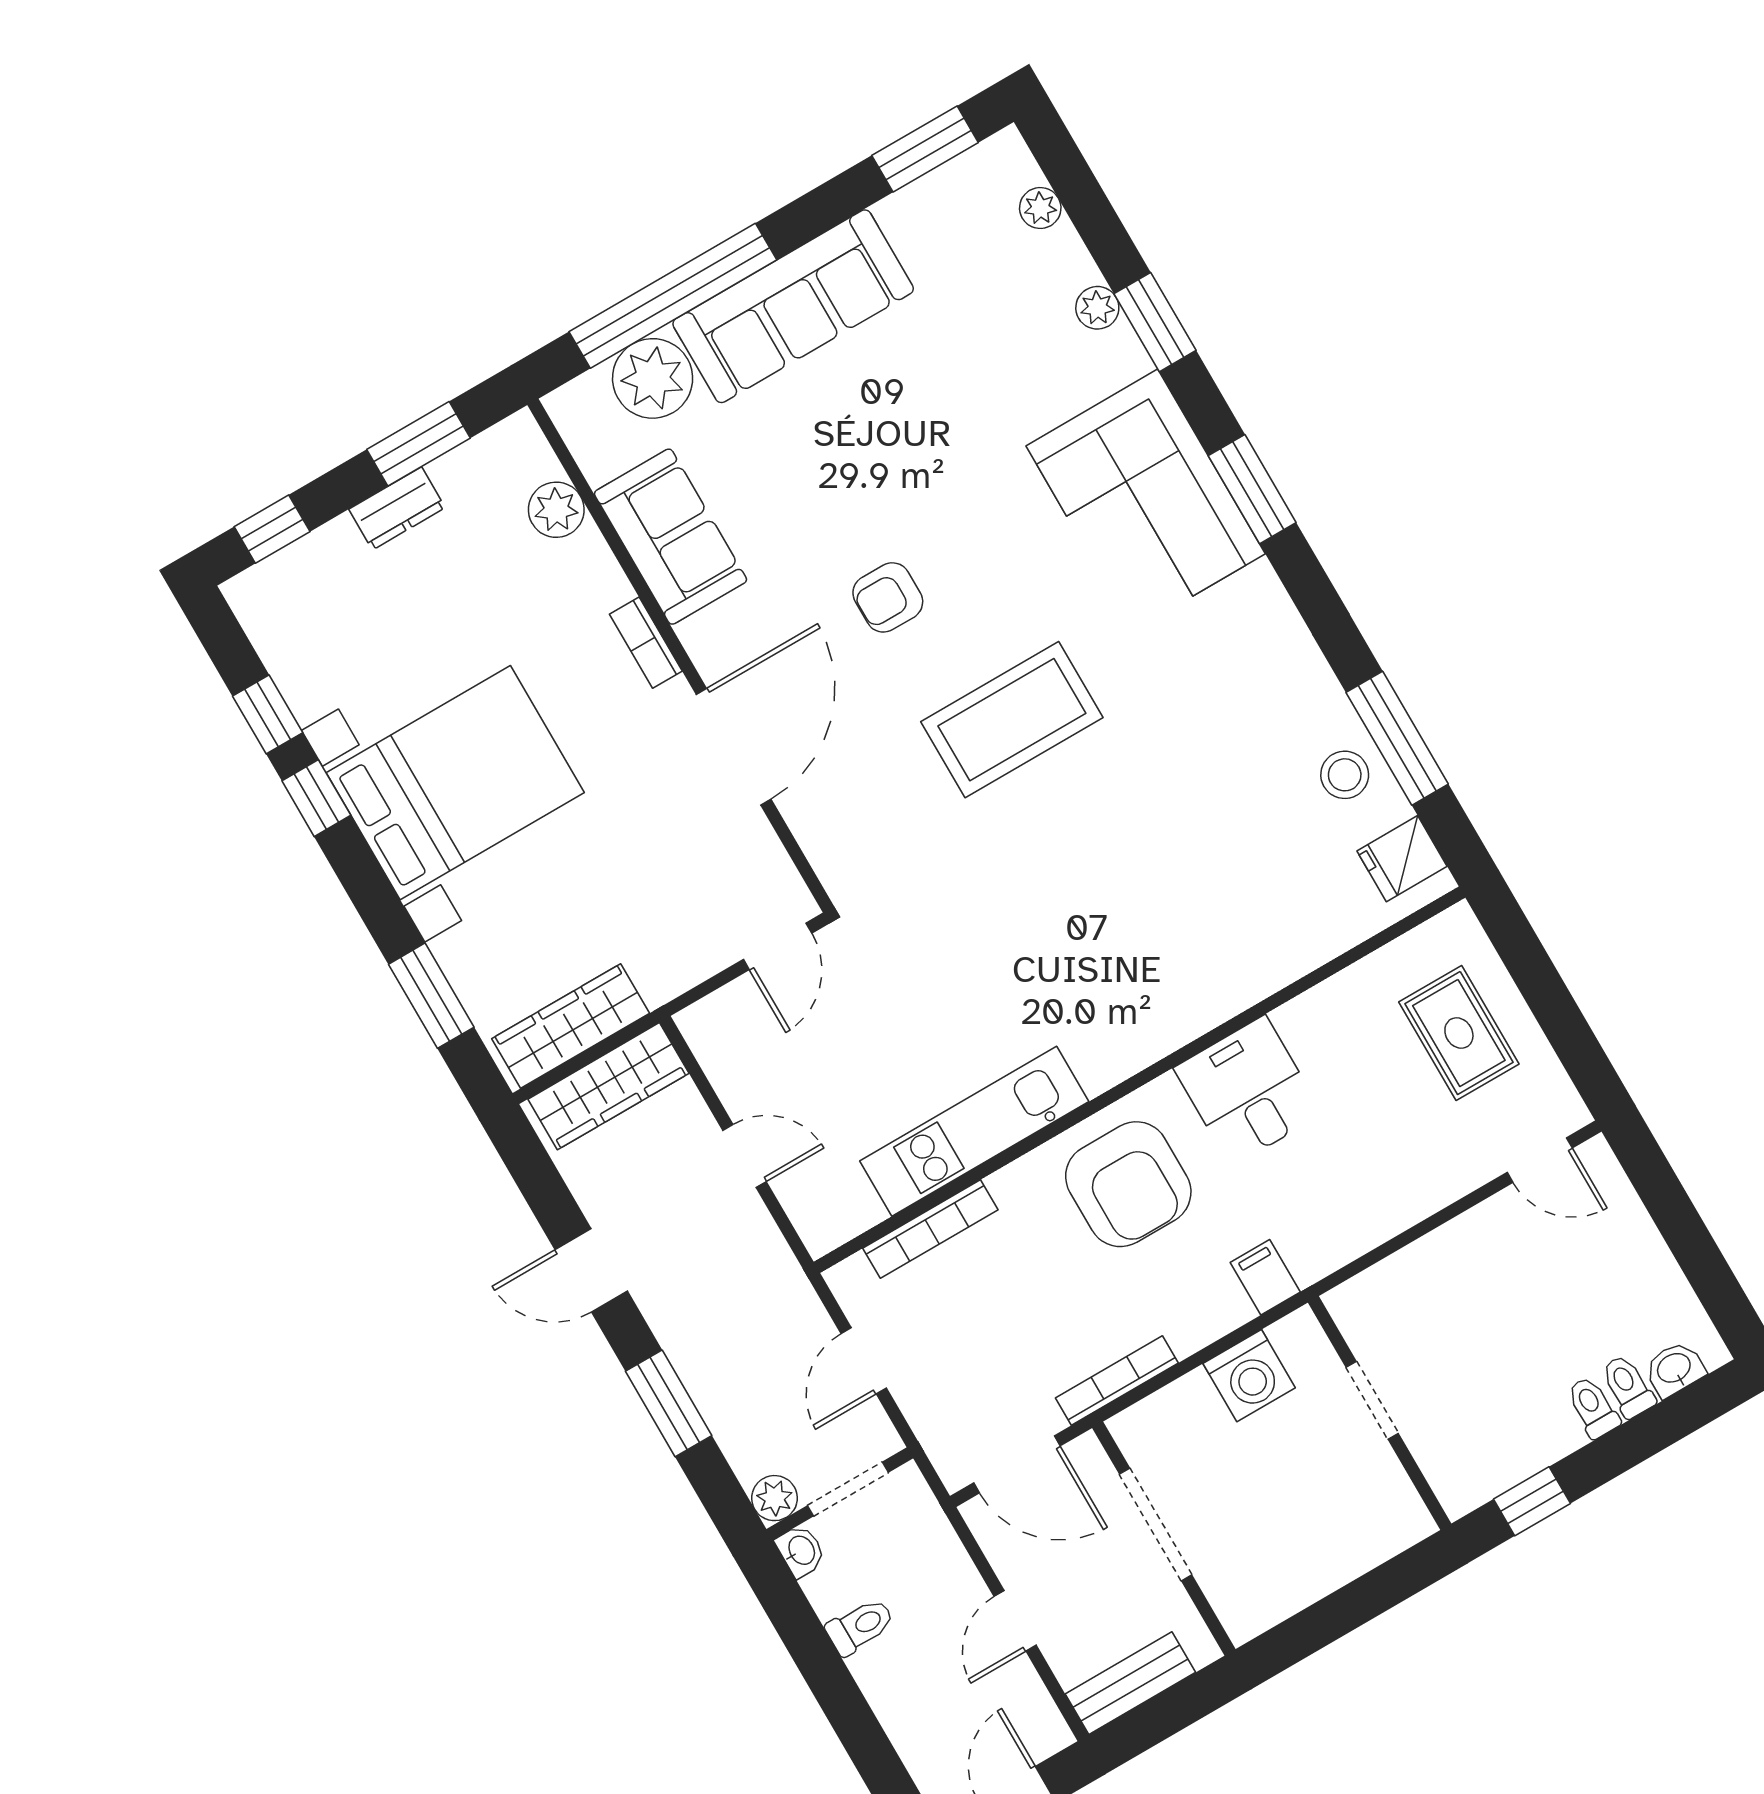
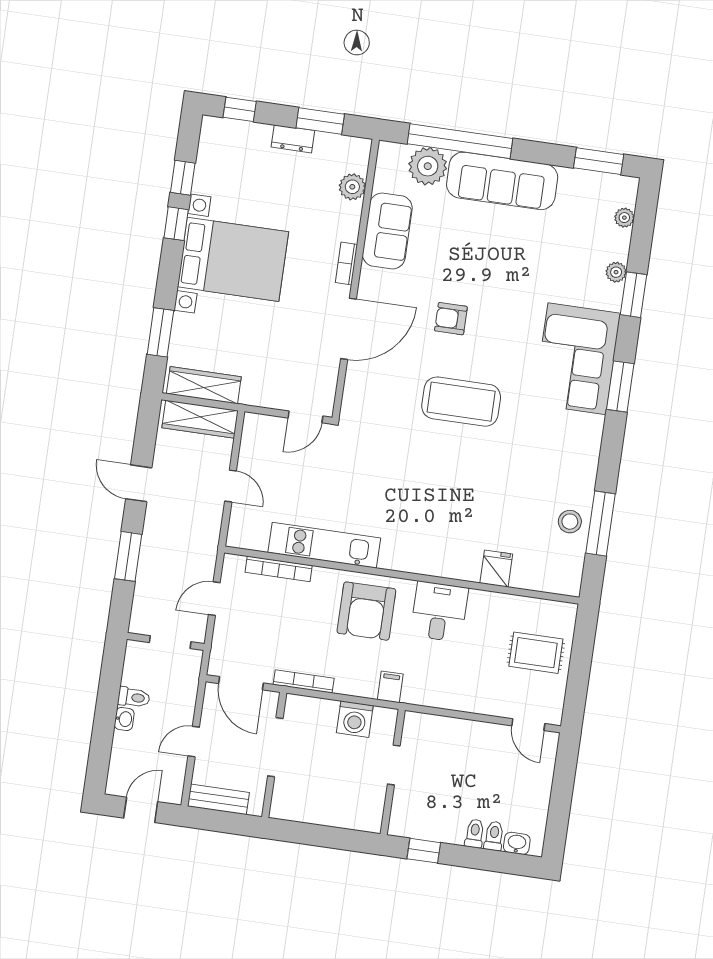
fridge: (1402, 859) -> (496, 569), moved, turned 90
rug: (1459, 1033) -> (536, 653), turned 90
plant: (775, 1498) -> (140, 624), removed
washbasin: (801, 1551) -> (124, 719), moved

